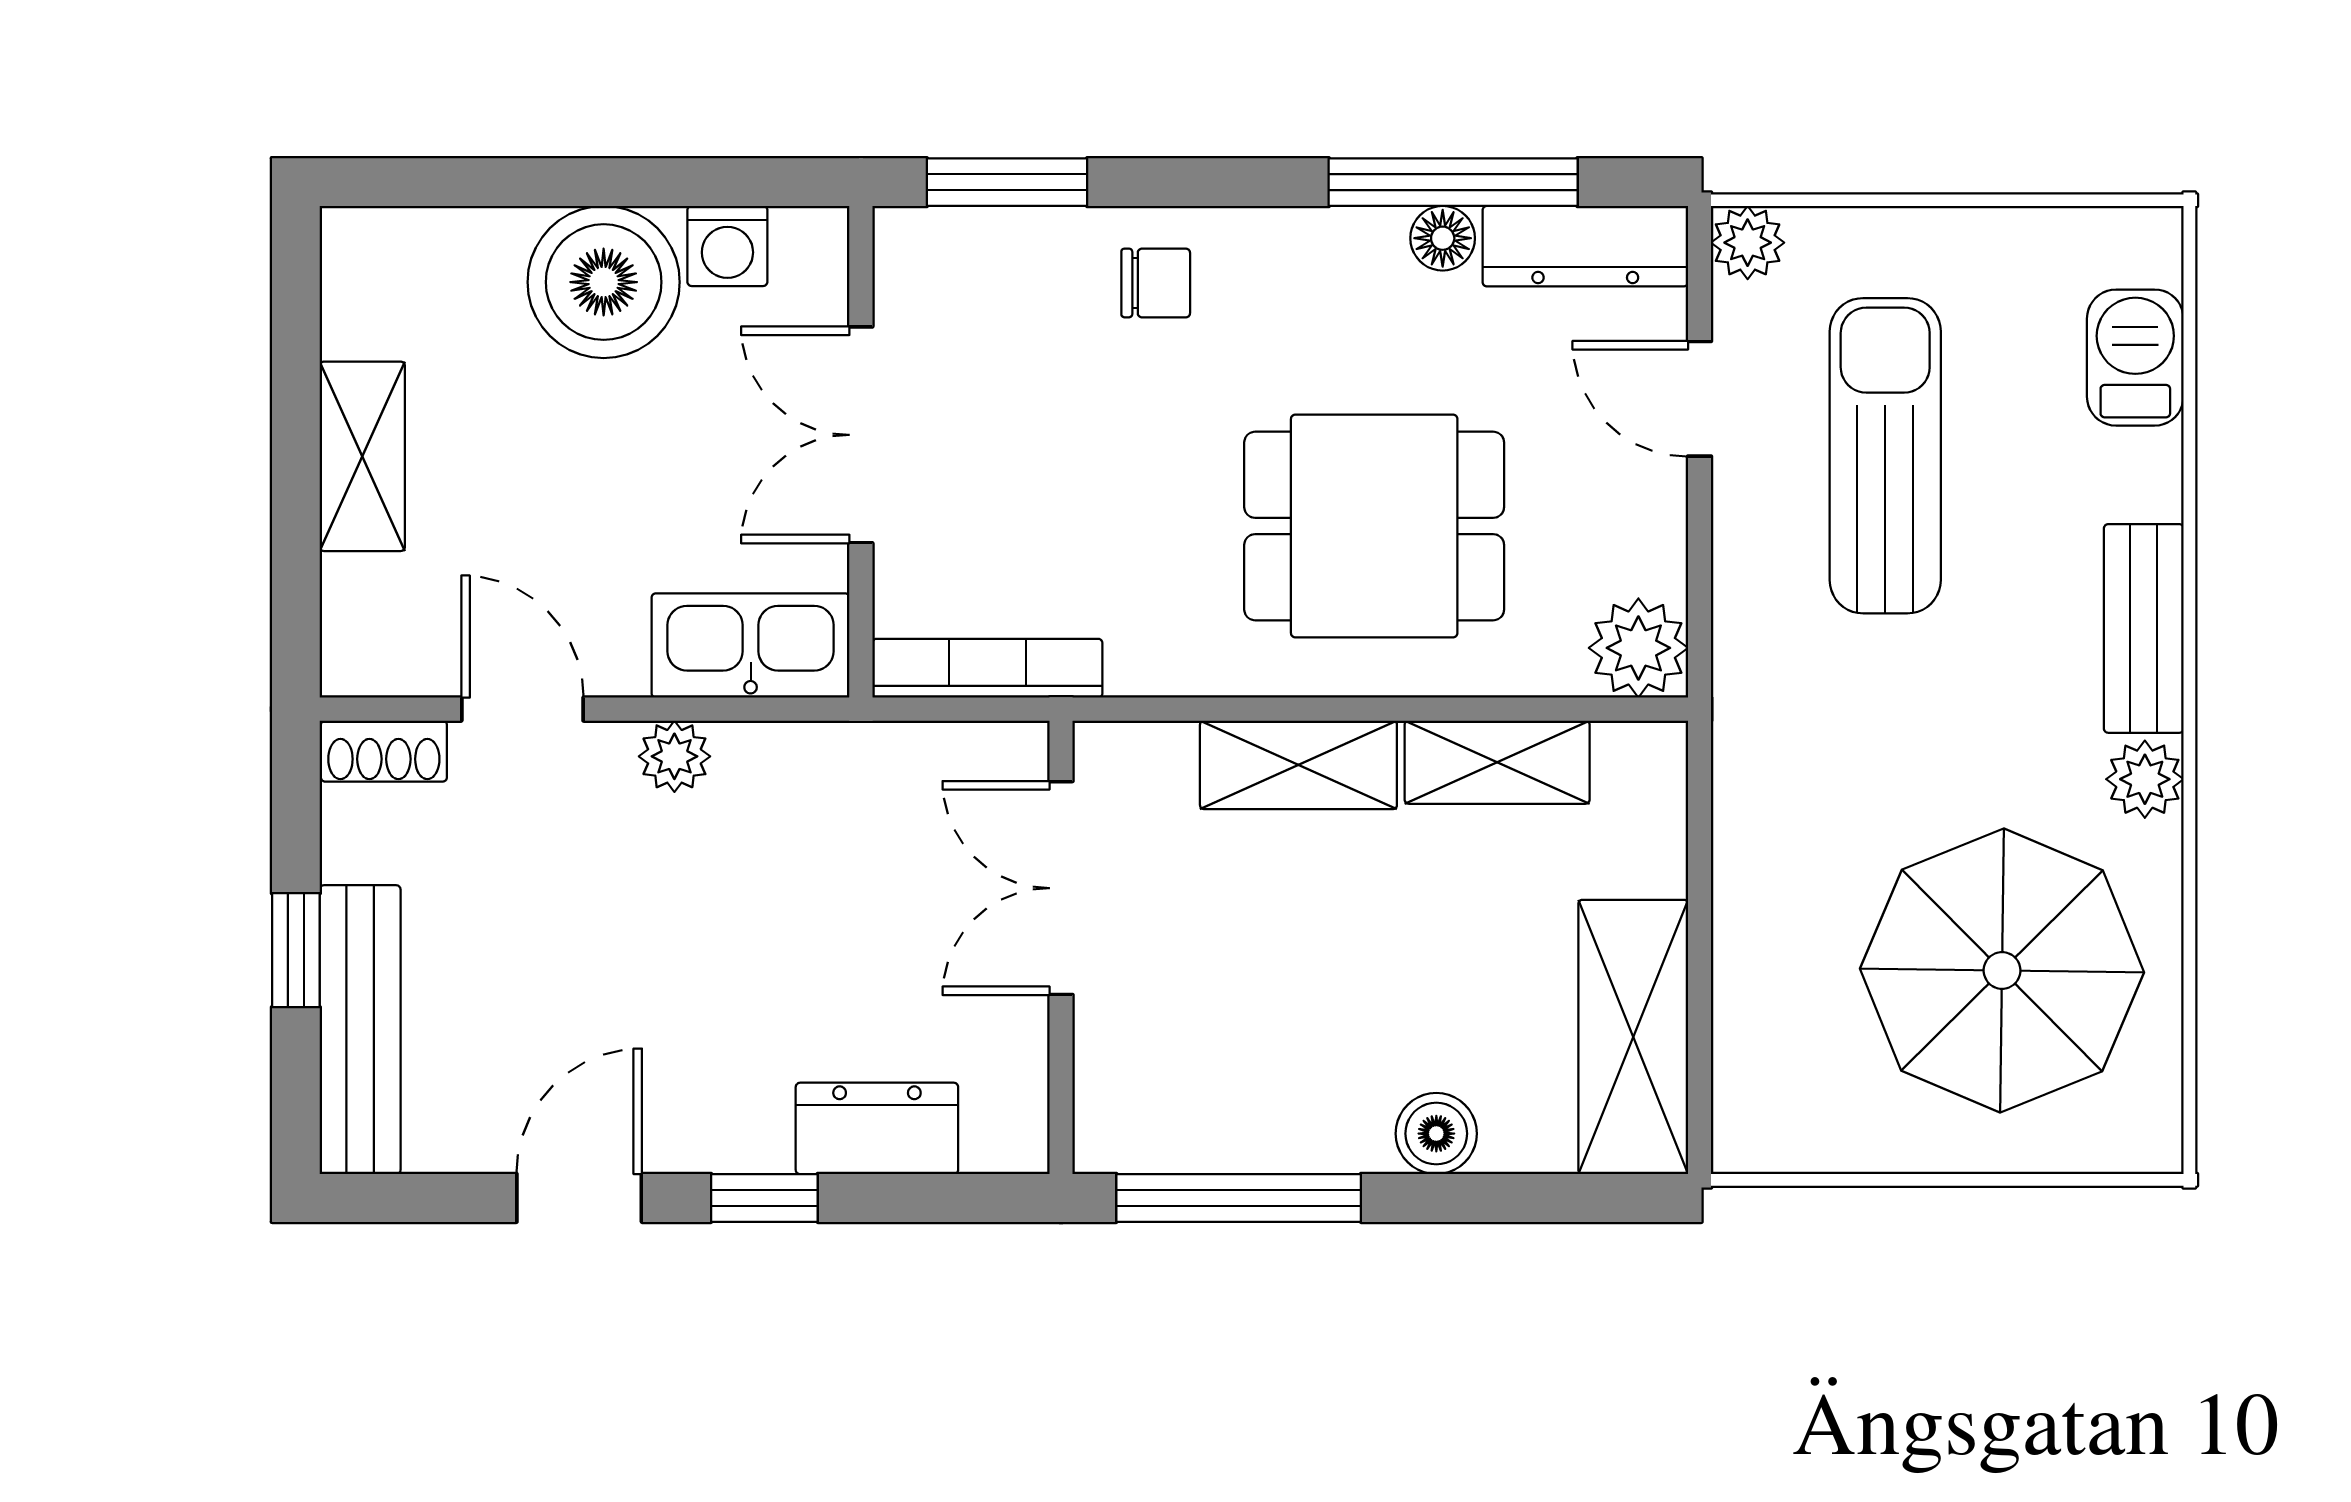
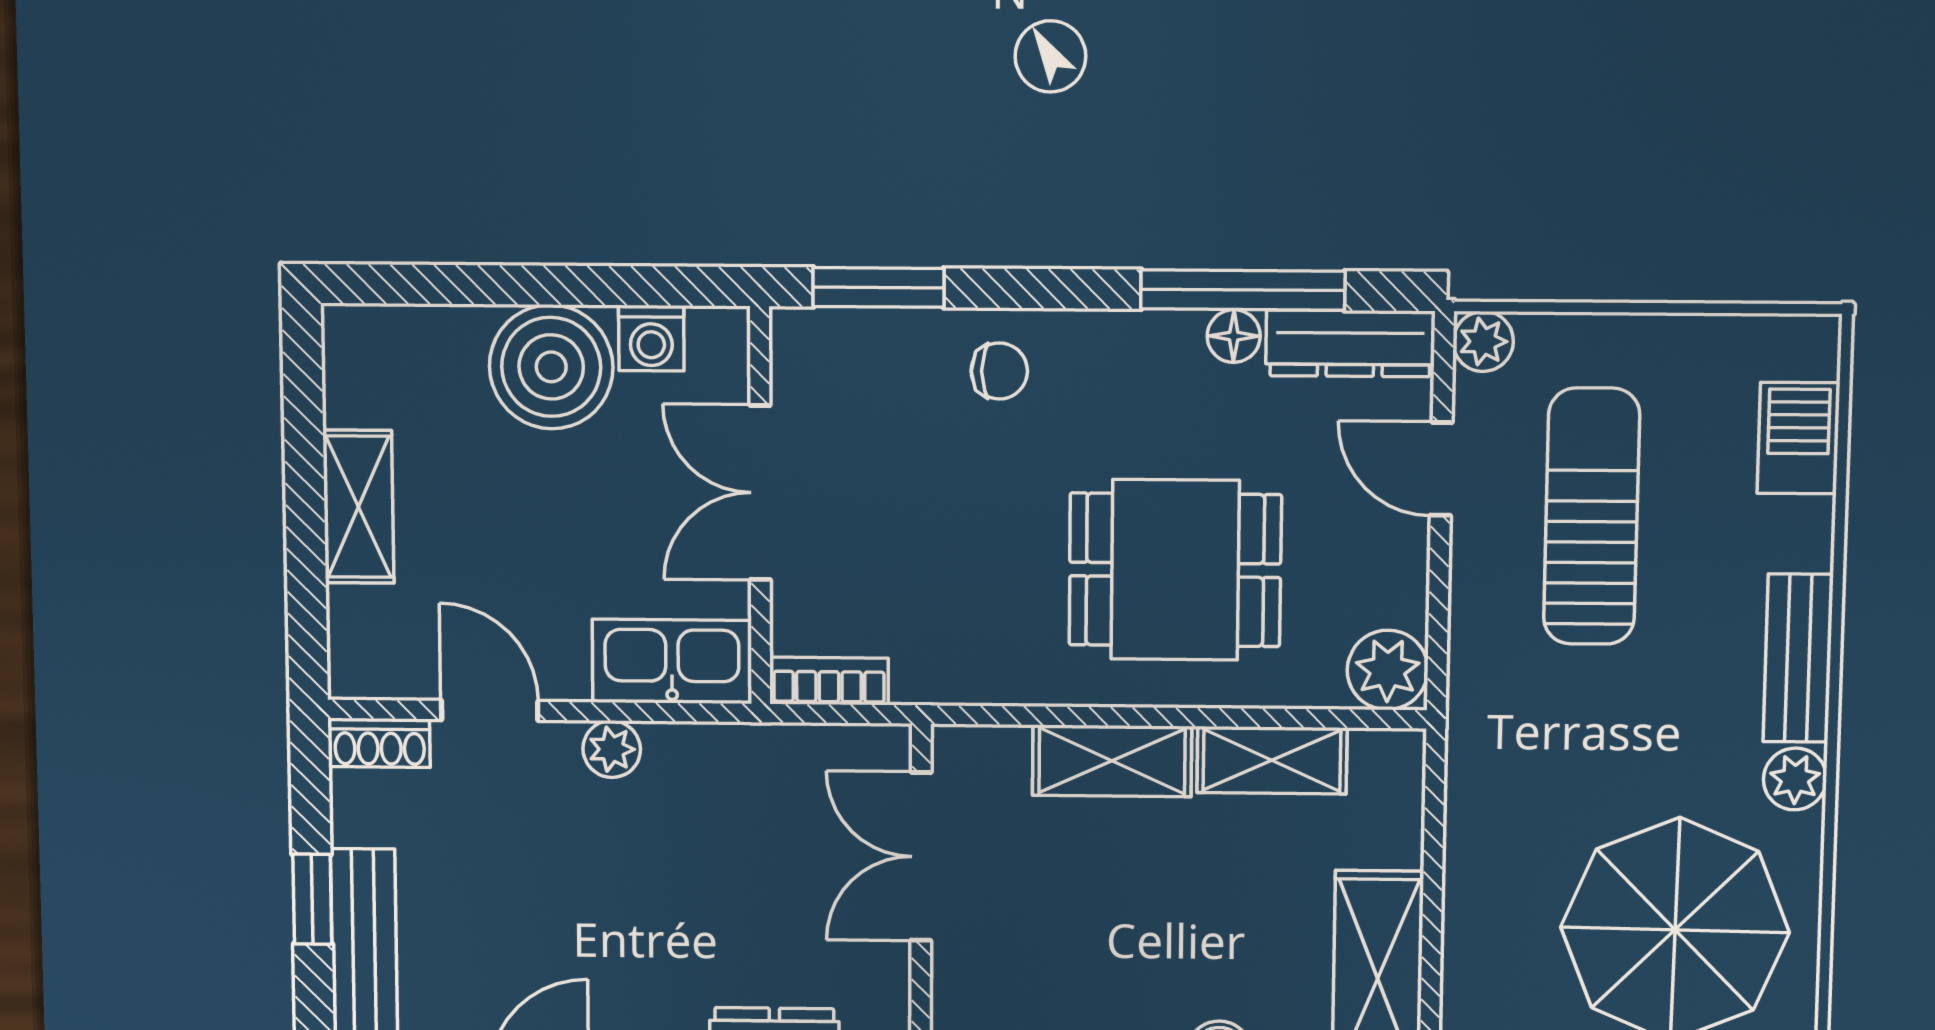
bookcase: (987, 668) -> (829, 681), width x0.64

